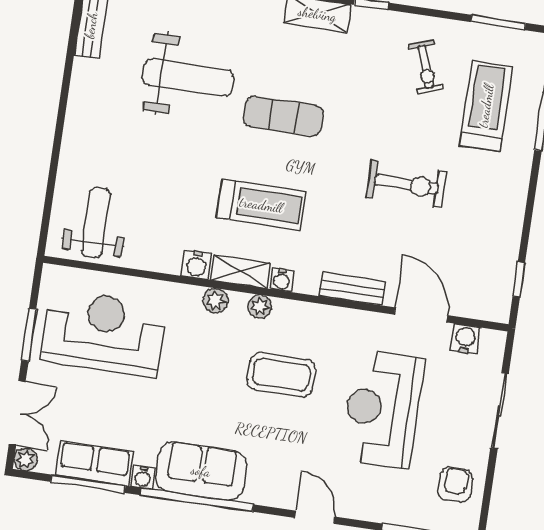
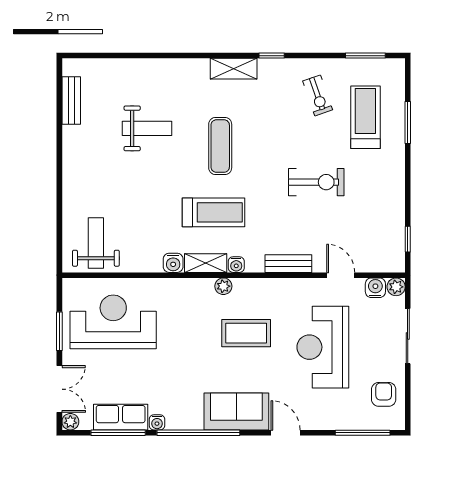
weight bench: (188, 77) -> (147, 128), width x0.73, depth x0.75
exercise mat: (284, 116) -> (220, 146), turned 90
plant: (215, 301) -> (396, 287), moved
door: (421, 315) -> (341, 275), width x0.73
sofa: (201, 471) -> (236, 411), moved

